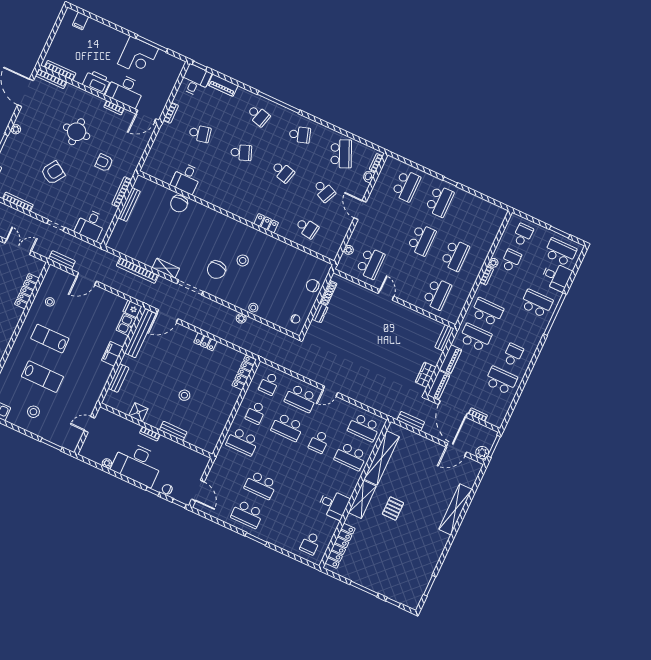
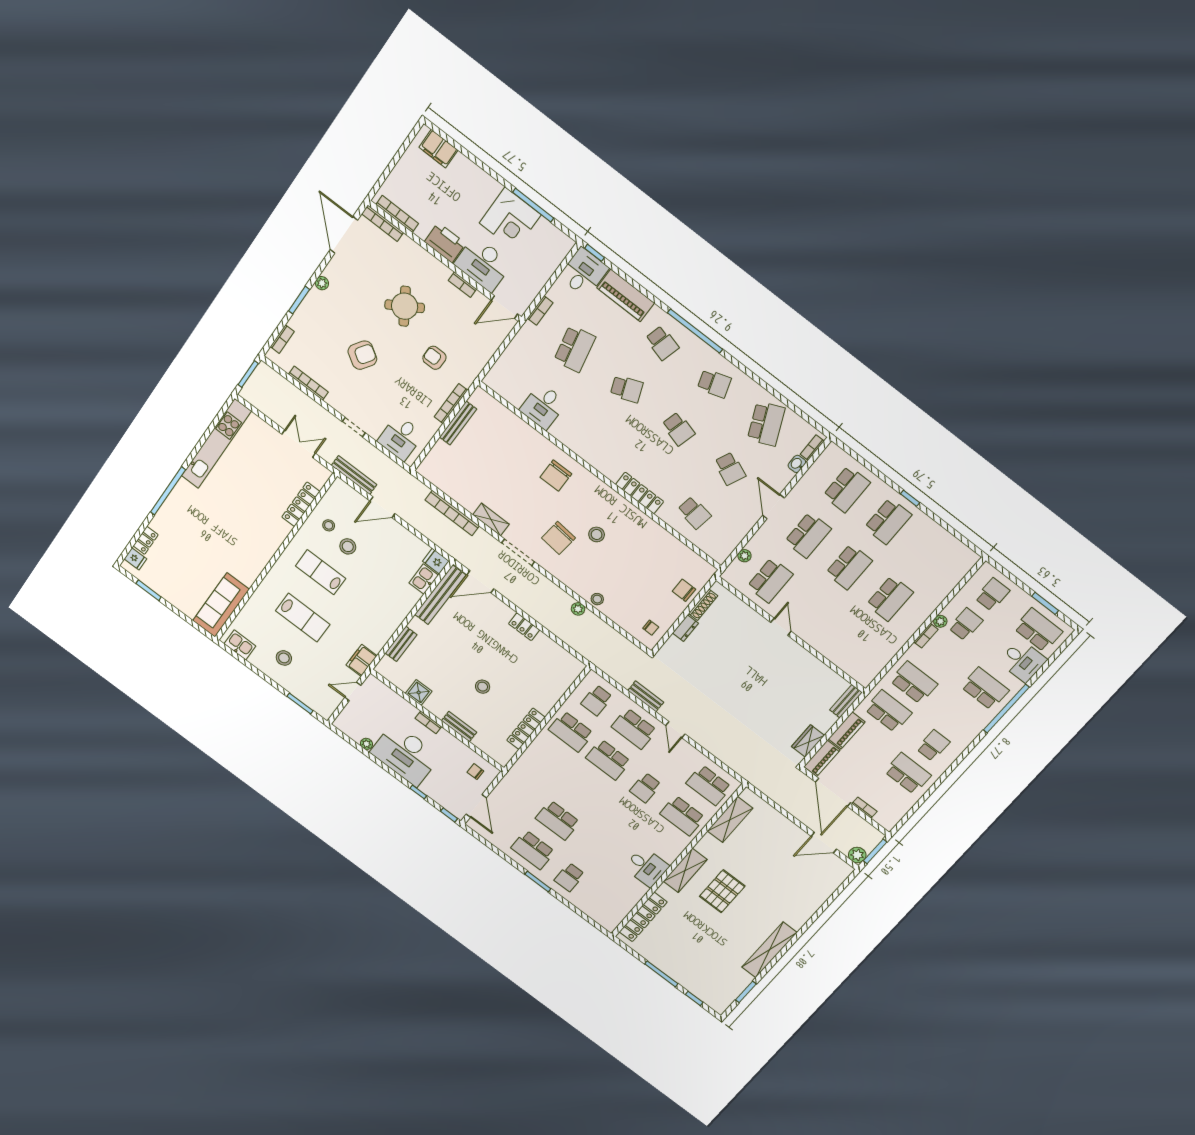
filing cabinet: (80, 21) -> (438, 149), width x2.00
piano: (223, 85) -> (626, 295), width x1.37, depth x1.33
round table: (77, 132) -> (405, 306), turned -32
school desk: (200, 133) -> (575, 349), width x1.85
chair: (179, 204) -> (556, 476), moved
locker: (266, 223) -> (640, 493), width x1.53
bench: (62, 260) -> (354, 475), width x1.36
school desk: (437, 294) -> (808, 535), moved
stool: (66, 314) -> (348, 546), added
filing cabinet: (112, 354) -> (361, 660), moved
locker: (244, 373) -> (526, 729), moved
door: (330, 391) -> (675, 730), hinge flipped
school desk: (256, 413) -> (571, 731), width x1.85
bench: (411, 421) -> (646, 696), moved
school desk: (242, 442) -> (546, 762), removed
shelving: (382, 458) -> (730, 820), width x0.68
chair: (167, 489) -> (475, 772), moved
pallet: (393, 508) -> (722, 891), width x1.50, depth x1.42
shelving: (455, 509) -> (769, 950), moved
school desk: (310, 543) -> (569, 877), moved

